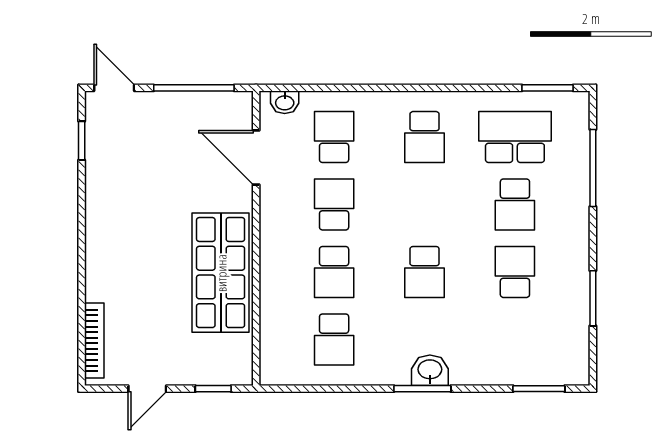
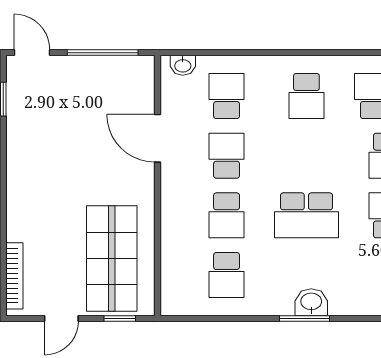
door: (256, 158) -> (158, 138), moved
school desk: (425, 272) -> (306, 215), width x1.85
shop shelf: (221, 273) -> (112, 259), moved

